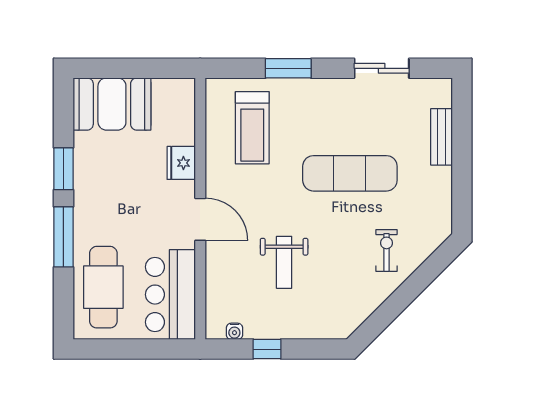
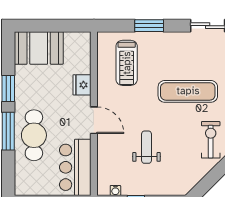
exercise bike: (386, 250) -> (211, 140), width x1.38, depth x1.39
weight bench: (284, 262) -> (146, 147), turned 180
cafe table: (103, 287) -> (34, 135), moved

